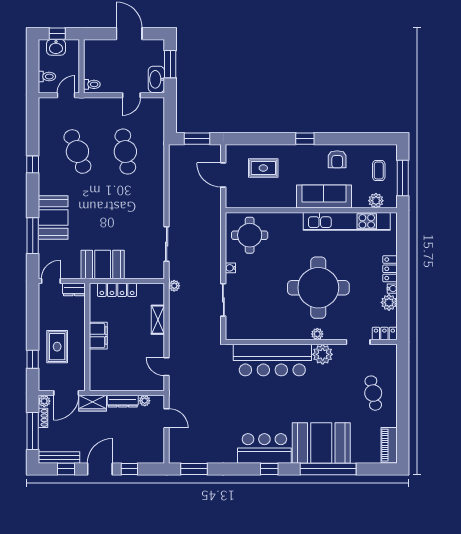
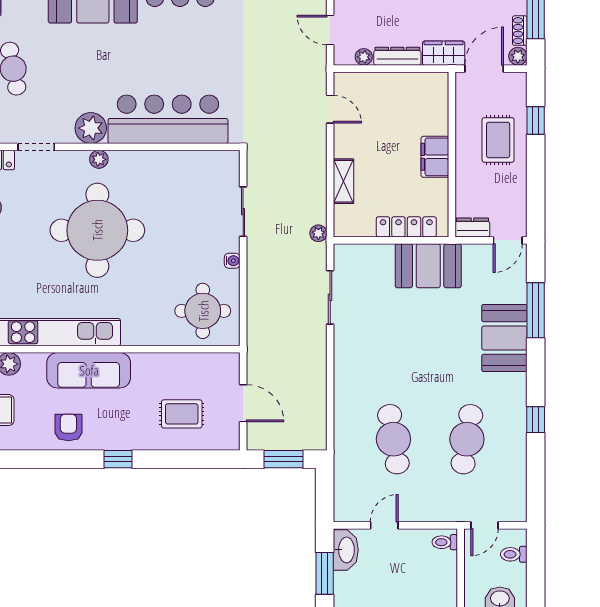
cafe table: (77, 152) -> (467, 439), turned 30

